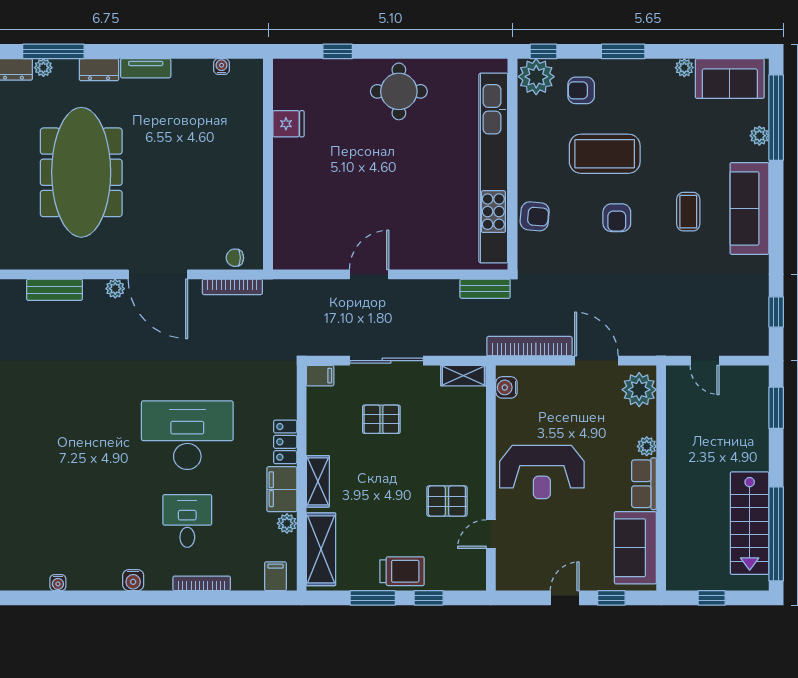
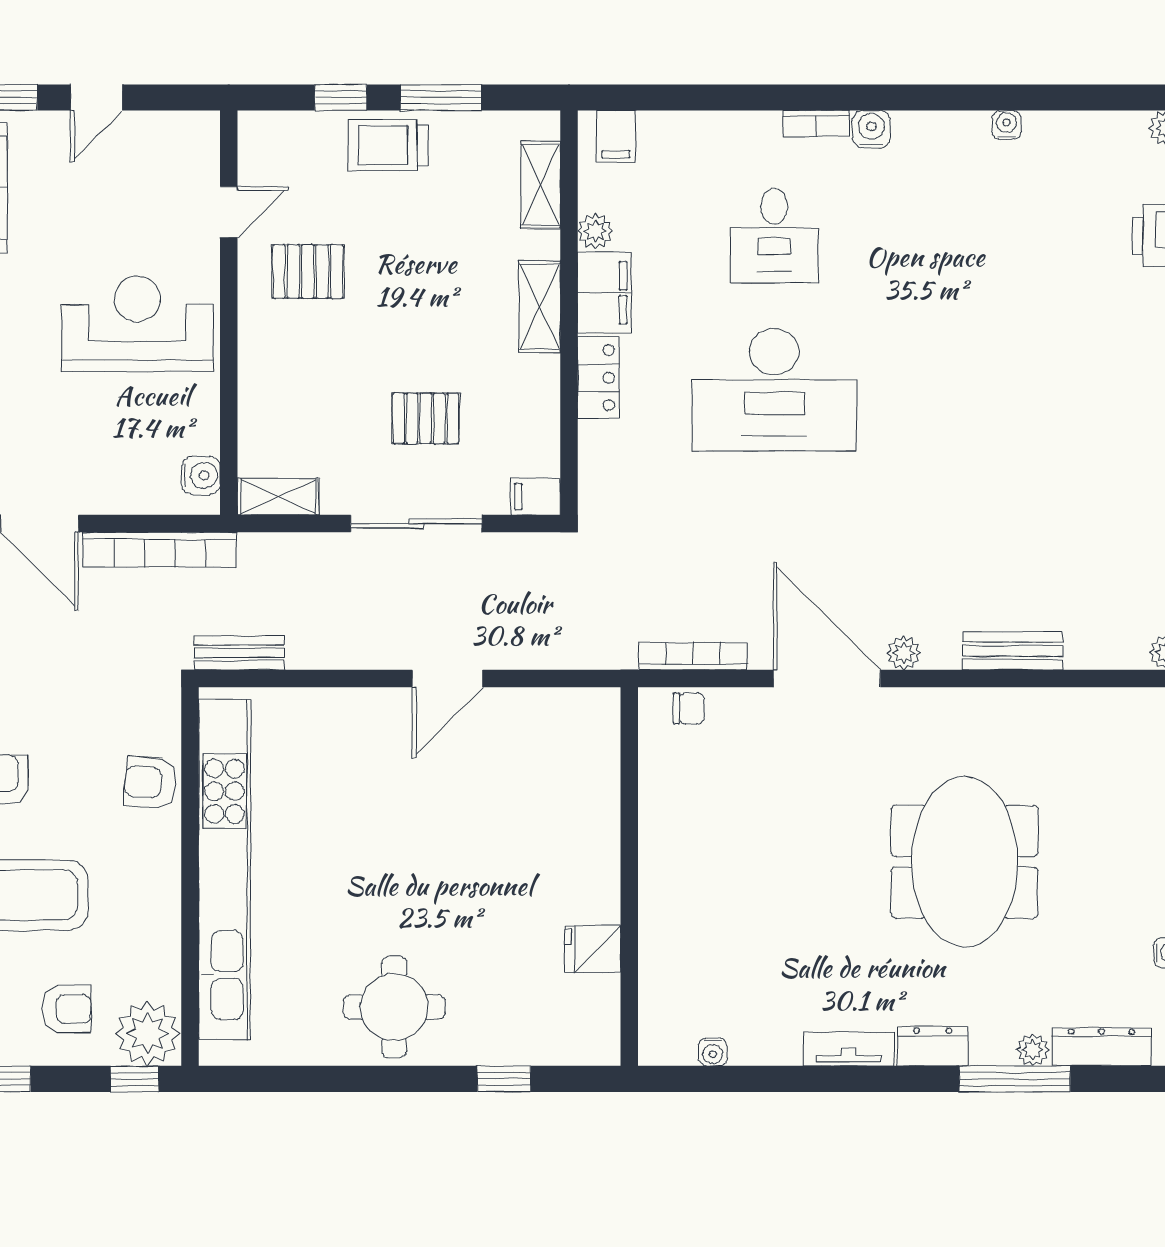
meeting table: (81, 172) -> (965, 862), width x0.73
shelving: (321, 549) -> (541, 185), width x0.67, depth x0.75
bookcase: (202, 583) -> (816, 124), moved, width x0.64

